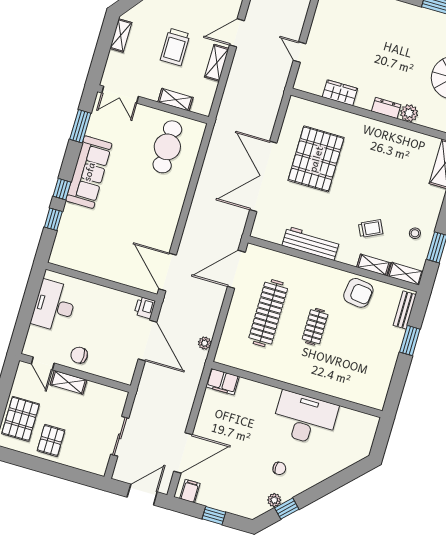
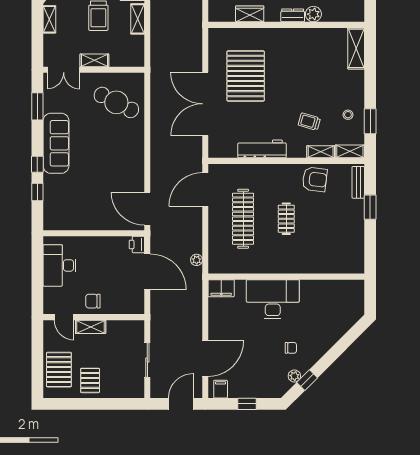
shelving: (175, 100) -> (94, 60), moved
cafe table: (167, 147) -> (116, 102), turned -63
trolley: (371, 229) -> (309, 122), turned -138
desk: (305, 419) -> (273, 299), moved

